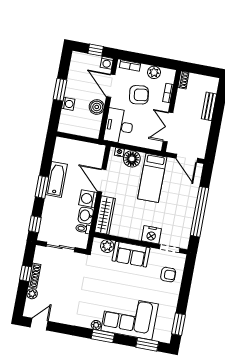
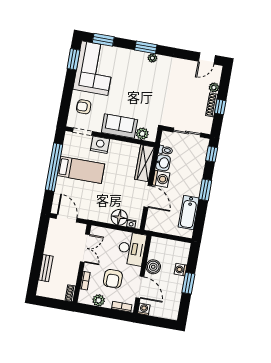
window: (96, 50) -> (155, 321), removed
armchair: (139, 95) -> (113, 279), turned -82
bed: (152, 178) -> (81, 170), moved, turned 90
bathtub: (56, 179) -> (189, 212), moved
corner sofa: (130, 317) -> (95, 68), moved, turned -90

